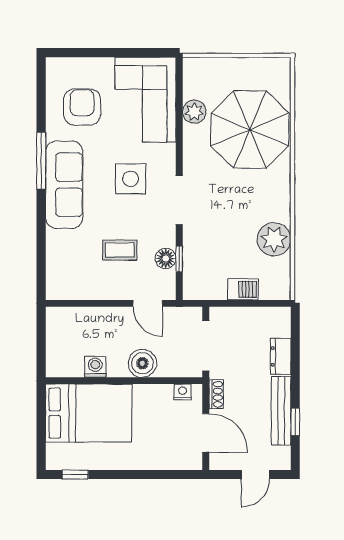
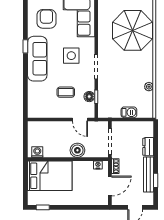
plant: (194, 112) -> (104, 21), removed
window: (41, 161) -> (25, 46), width x0.46
plant: (274, 239) -> (149, 87), width x0.53, depth x0.53
washing machine: (95, 367) -> (37, 152), moved
door: (206, 433) -> (110, 186), hinge flipped

